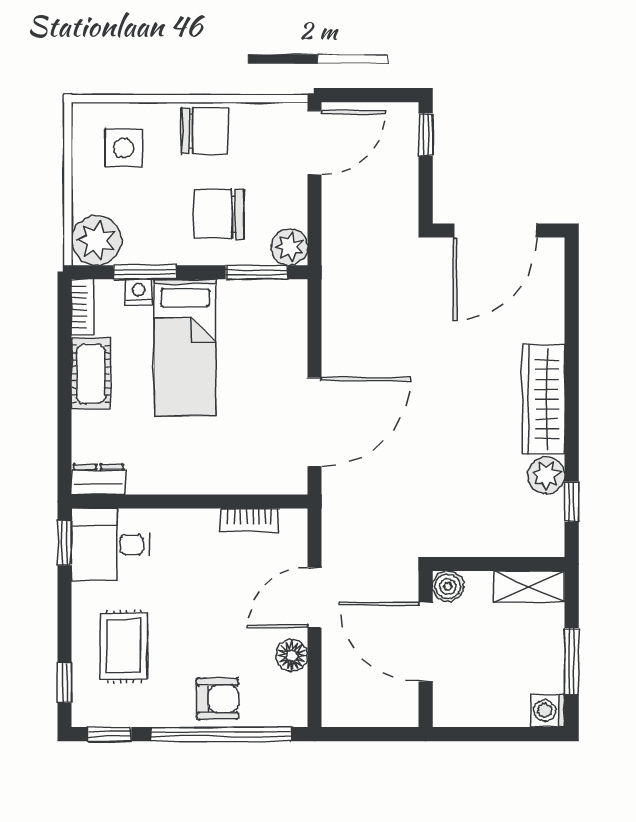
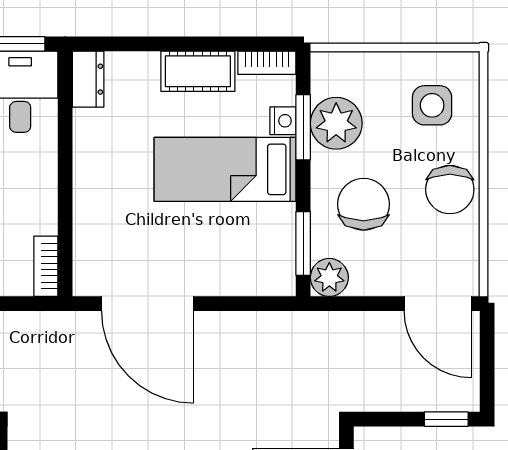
plant: (96, 240) -> (336, 123), moved
bookcase: (250, 520) -> (46, 266), moved

